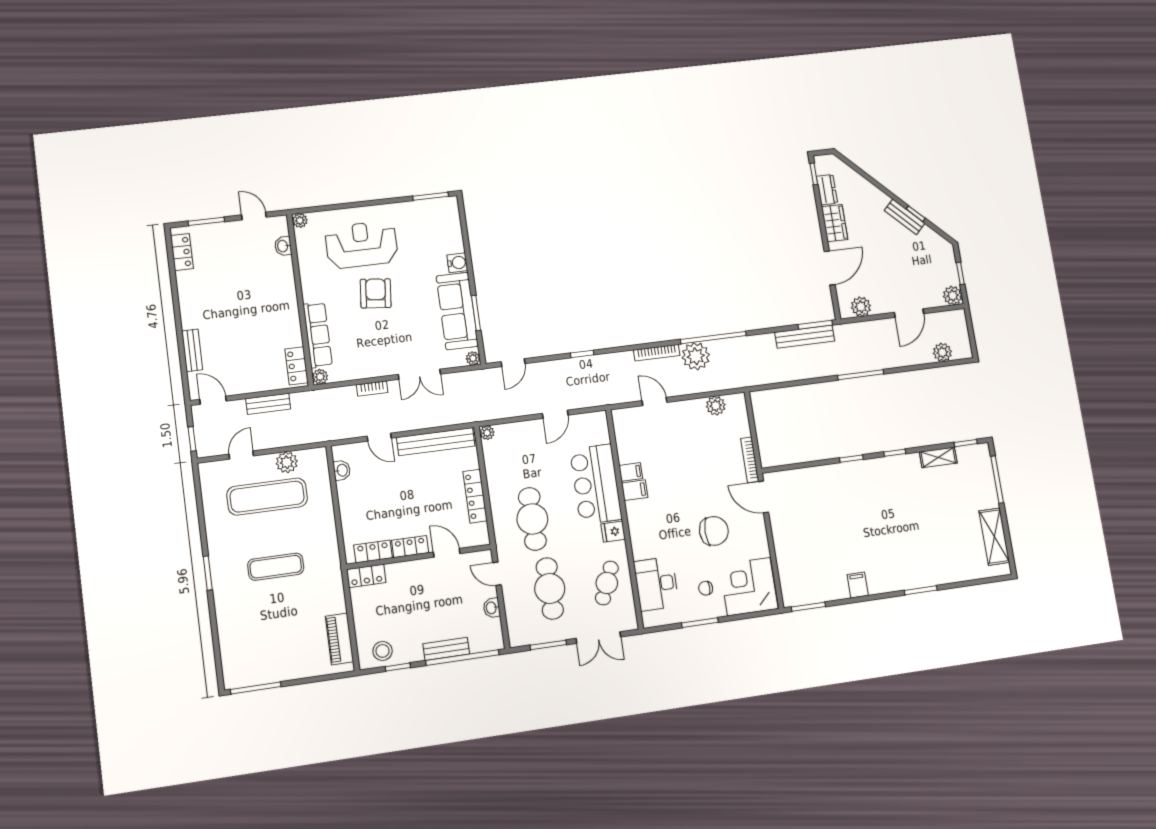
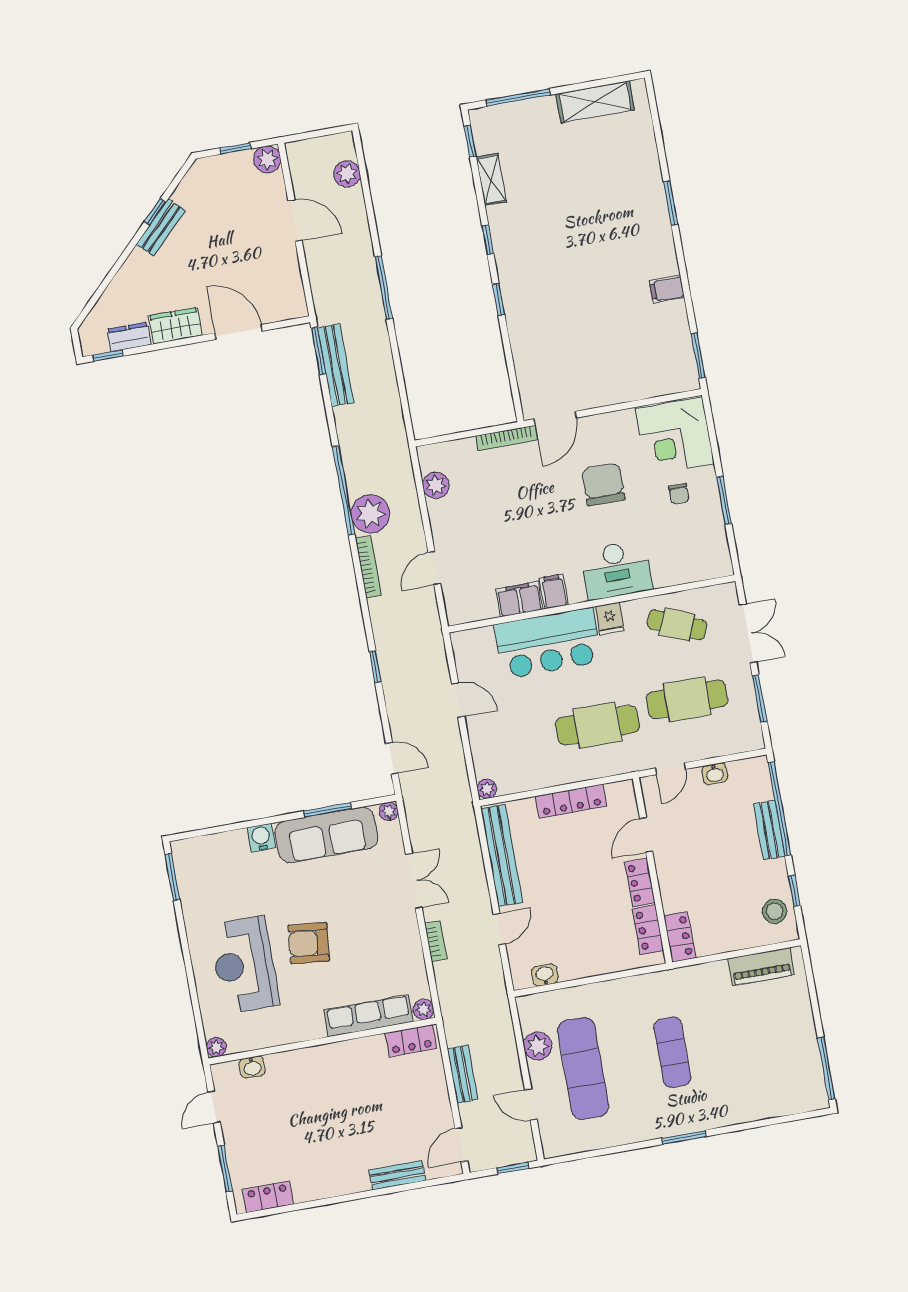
plant: (861, 307) -> (290, 288), removed
filing cabinet: (631, 472) -> (519, 599), width x2.00
desk: (656, 584) -> (616, 570), moved

